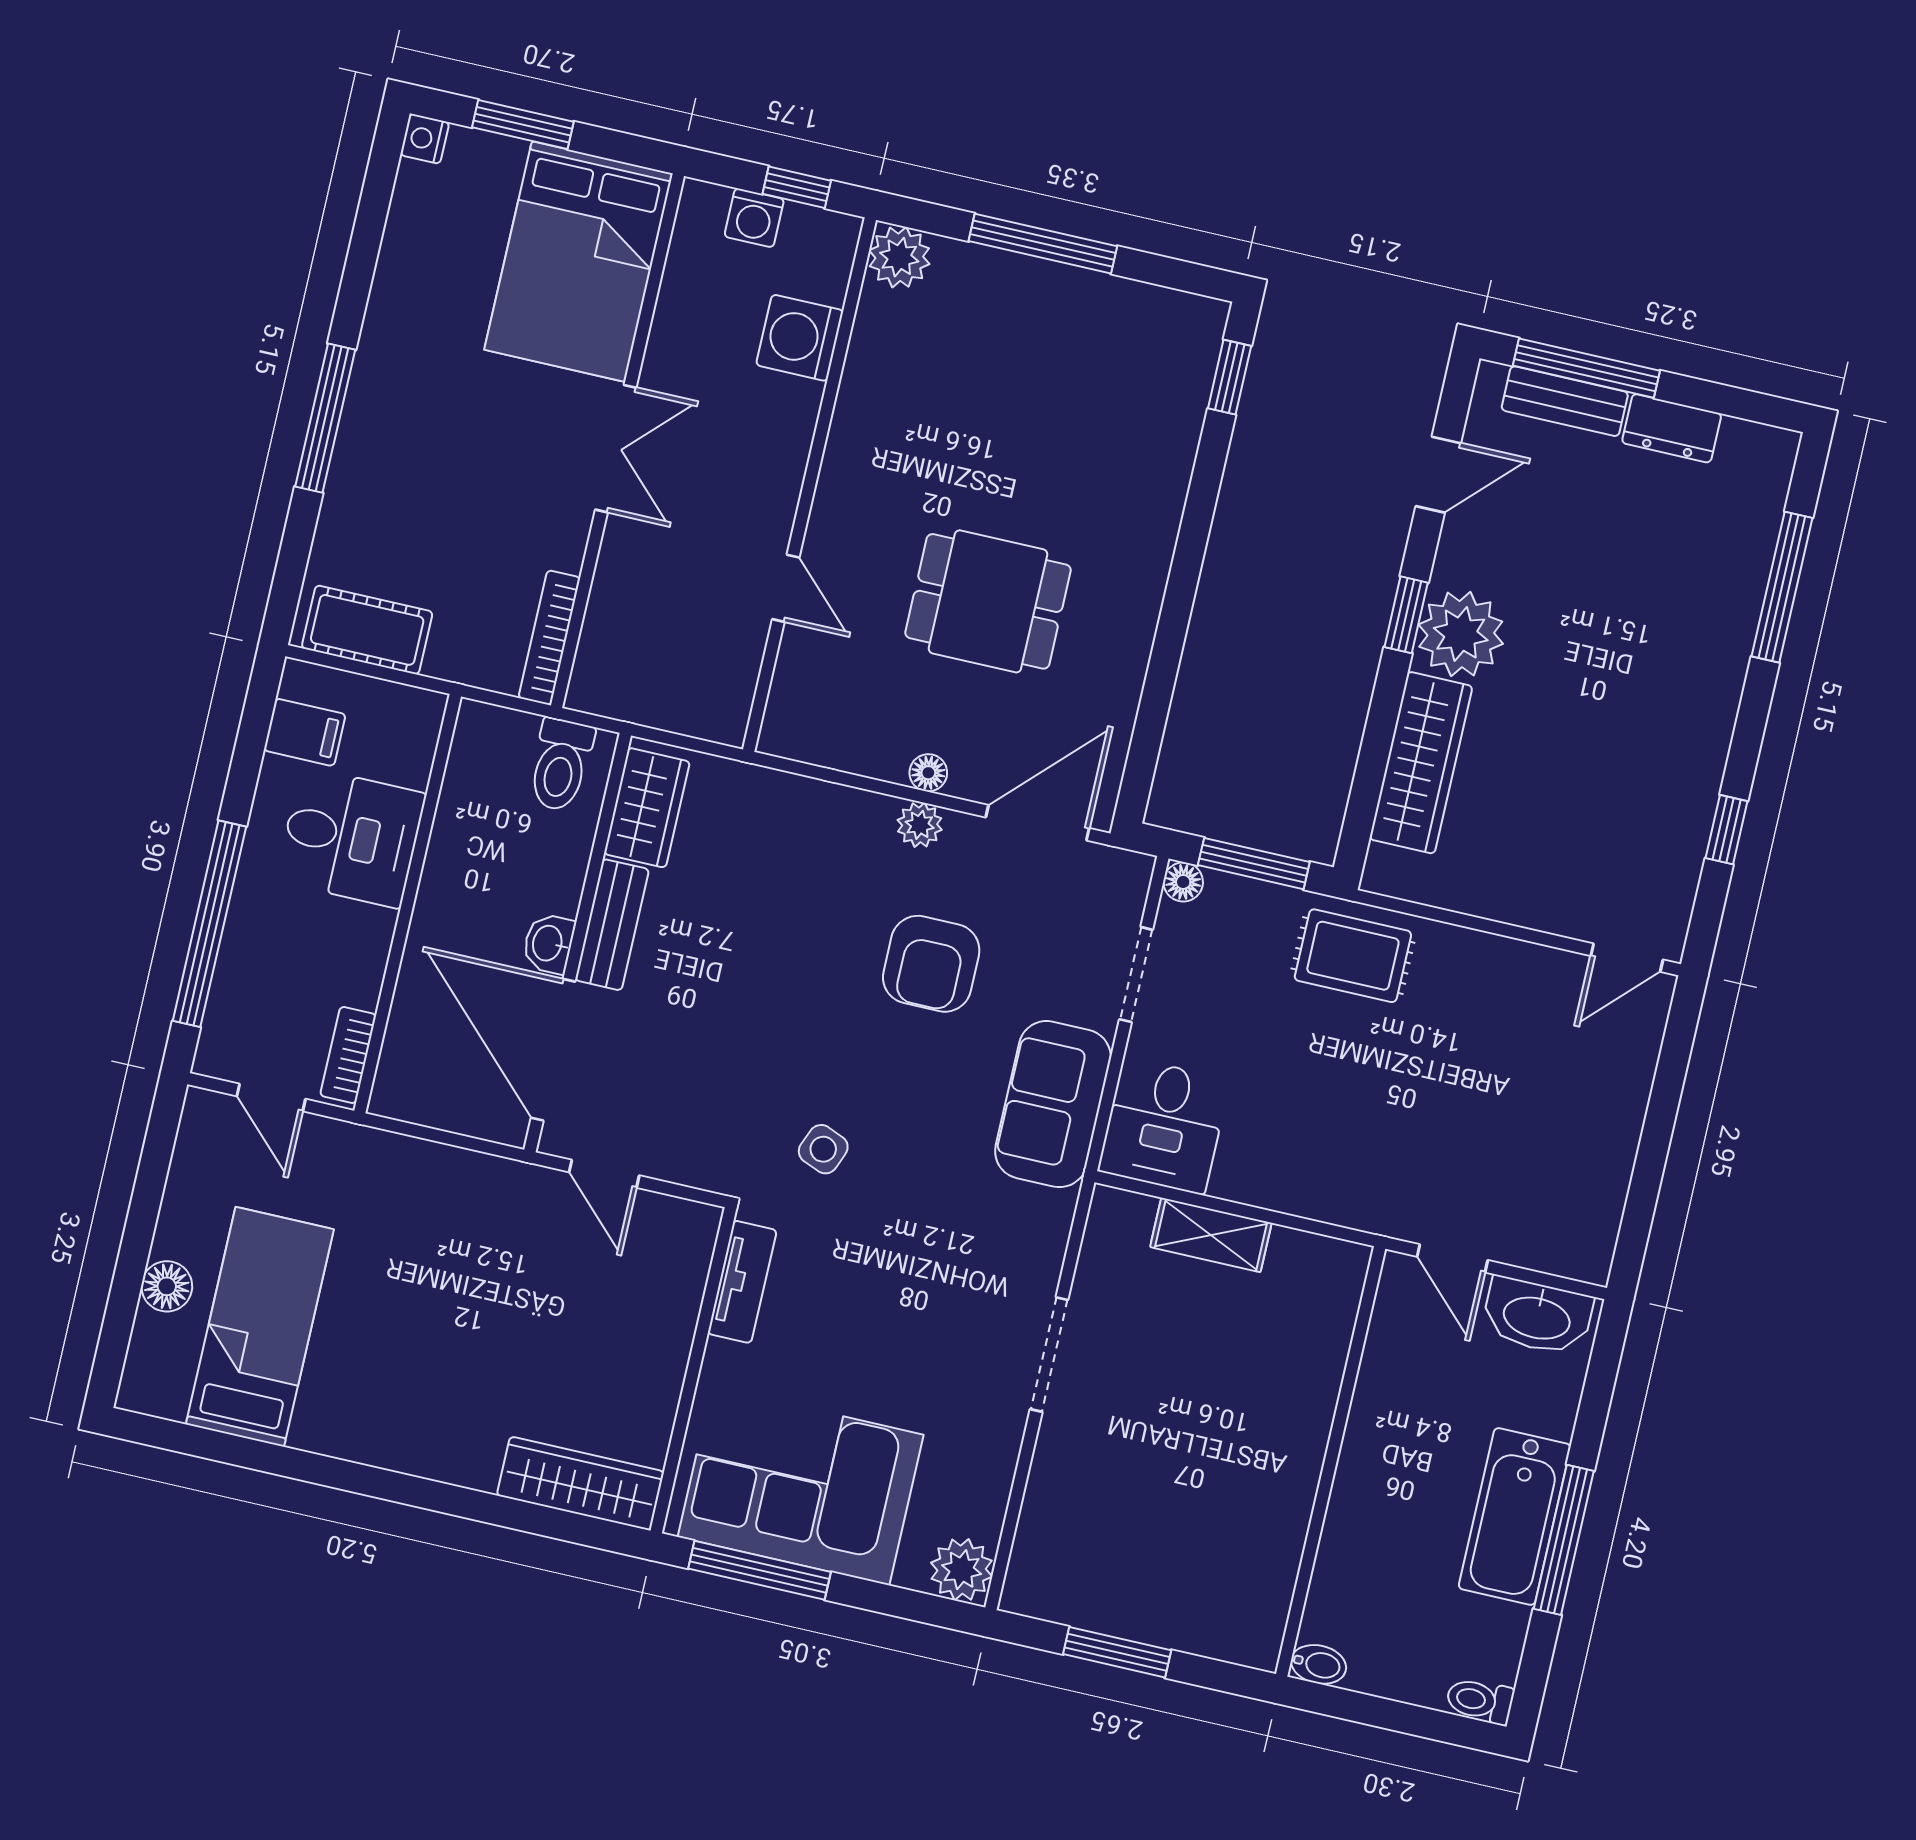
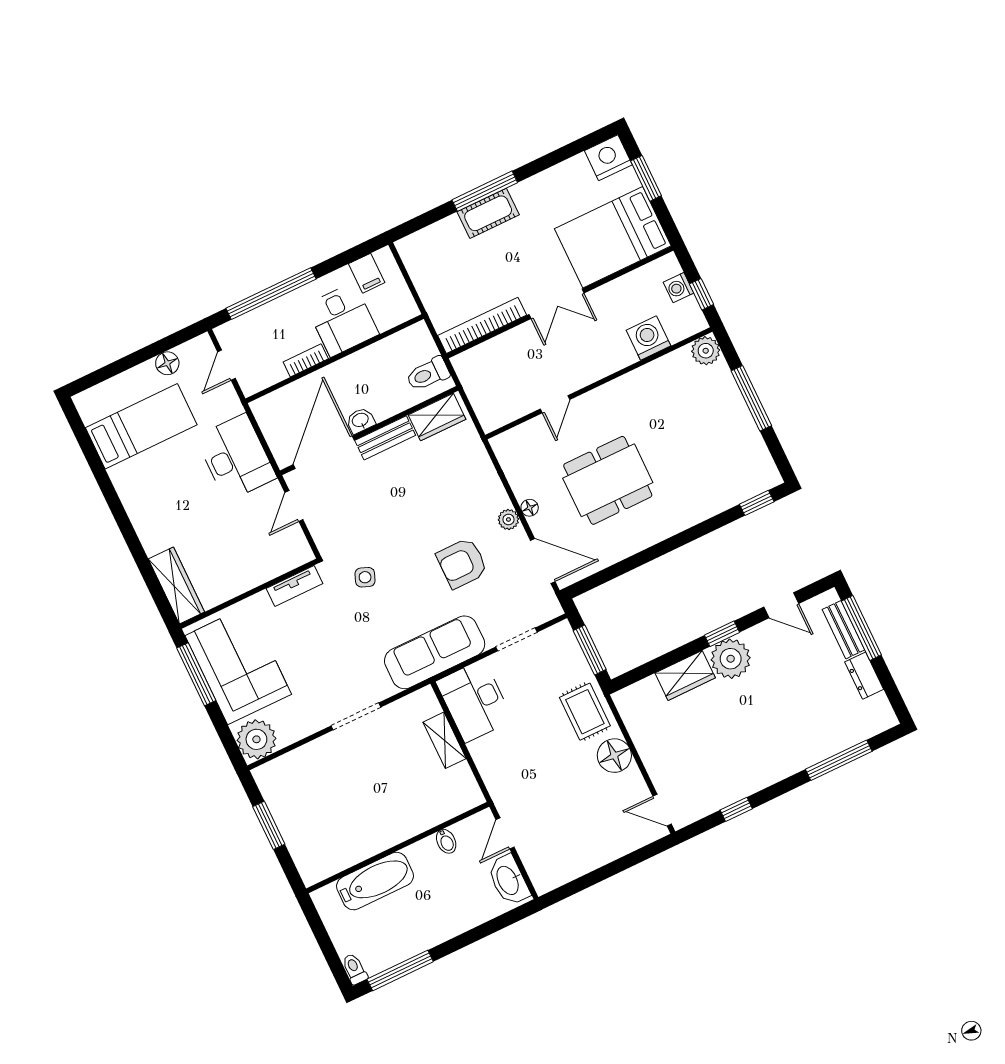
nightstand: (425, 139) -> (608, 158), width x1.89, depth x1.79
dining table: (988, 601) -> (608, 480), width x1.37
cot: (367, 630) -> (488, 213), moved, turned 90
bookcase: (549, 638) -> (482, 325), width x1.48, depth x1.31
wardrobe: (1421, 763) -> (685, 675), width x0.67
floor lamp: (1183, 882) -> (614, 756), moved, width x1.89, depth x1.89
bookcase: (348, 1055) -> (306, 360), moved
sofa: (1053, 1104) -> (435, 652), width x1.36
desk: (1164, 1126) -> (474, 701), width x1.37
desk: (442, 1207) -> (236, 457), added
floor lamp: (167, 1286) -> (167, 363), moved
bathtub: (1515, 1517) -> (375, 881), moved, turned 180
window: (1564, 1540) -> (400, 970), moved
plant: (962, 1570) -> (256, 739), width x1.36, depth x1.36
bidet: (1319, 1664) -> (446, 841), moved

